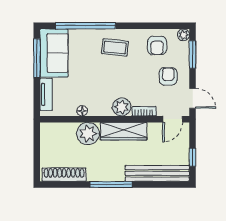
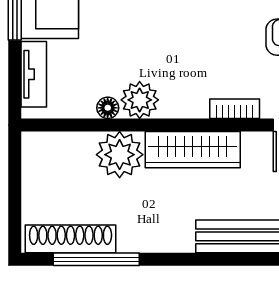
plant: (122, 107) -> (140, 100), moved
window: (111, 185) -> (96, 259), moved

